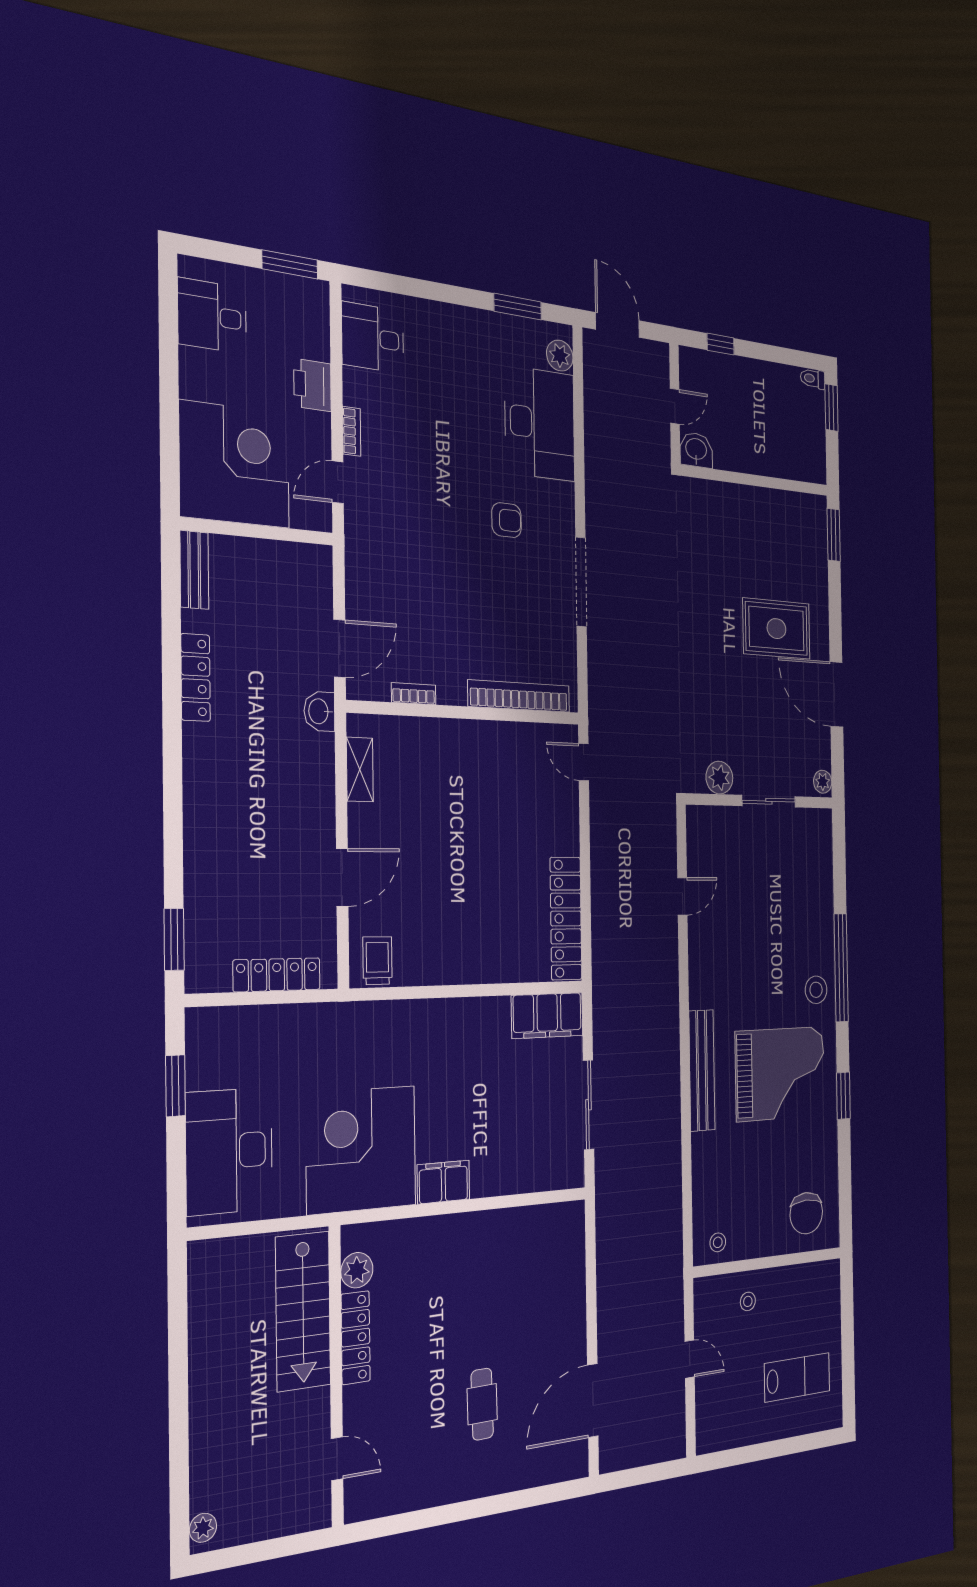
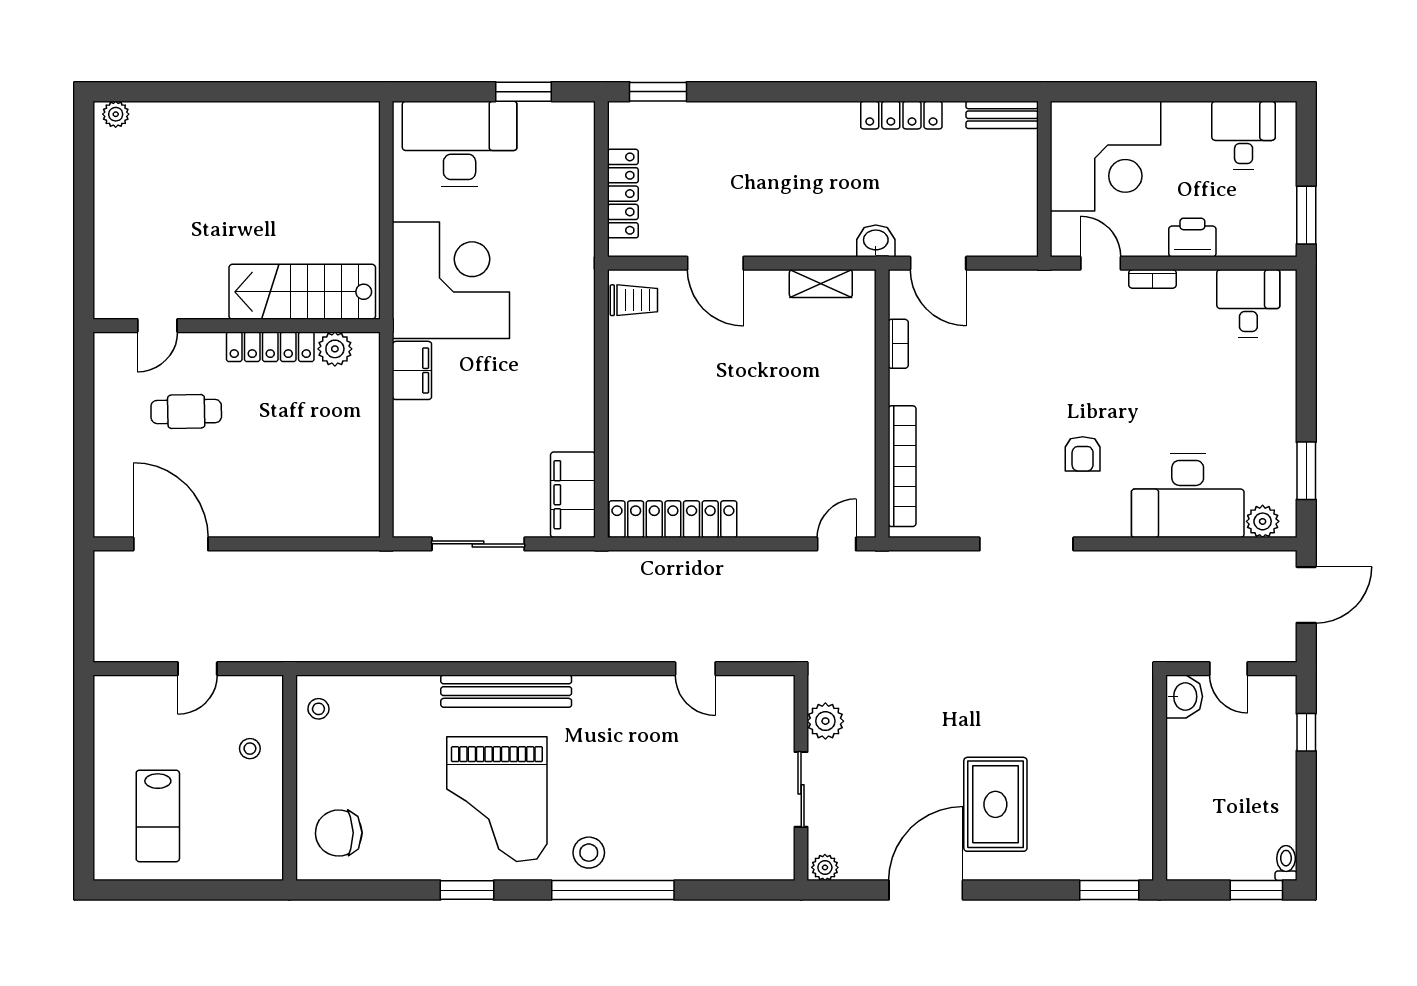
plant: (357, 1270) -> (335, 349), moved
stairs: (303, 1311) -> (302, 292), moved
locker: (356, 1338) -> (270, 347), moved
wall: (336, 1376) -> (237, 326), moved
door: (337, 1459) -> (157, 326), moved

